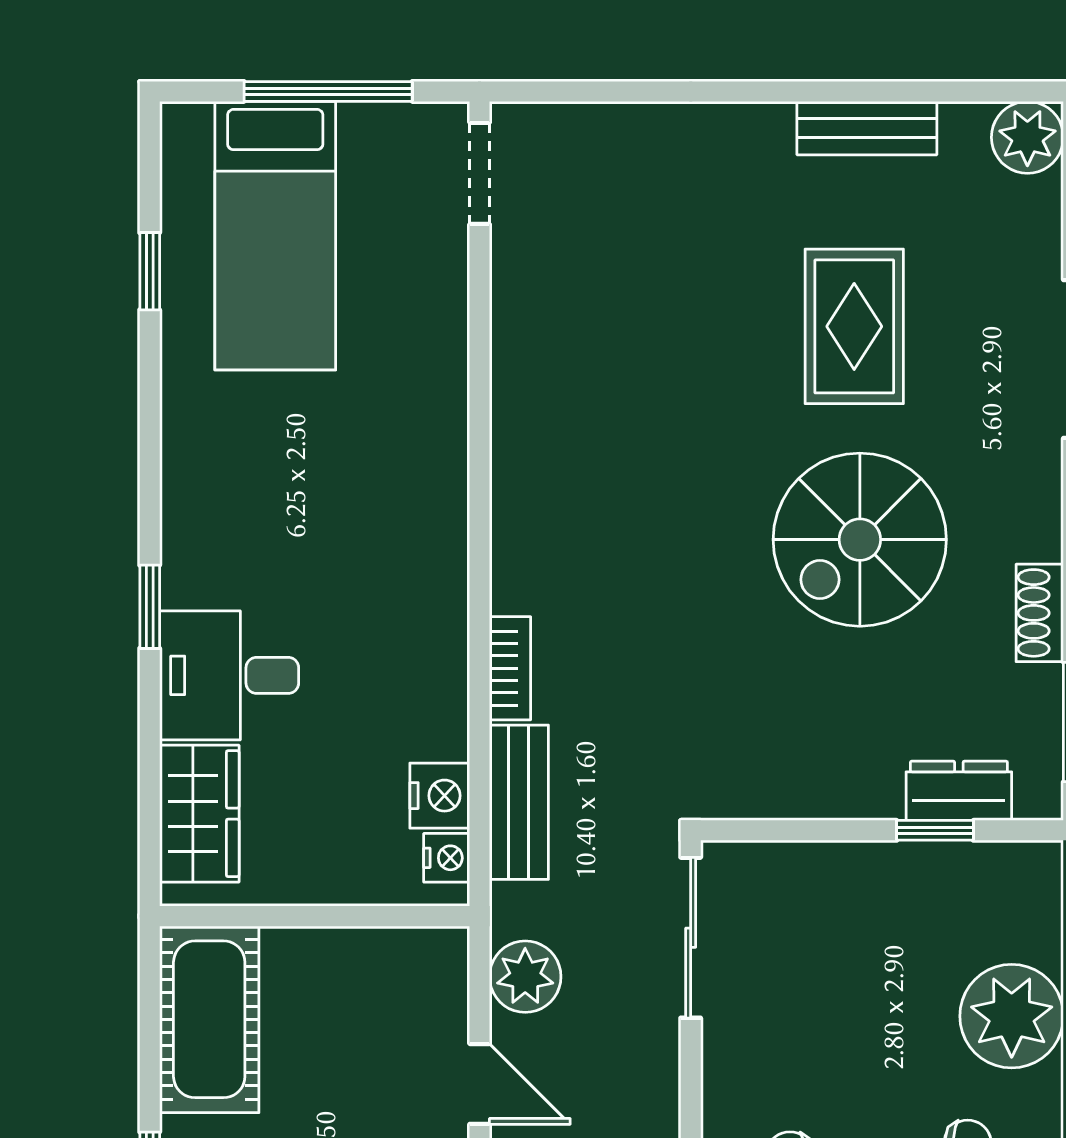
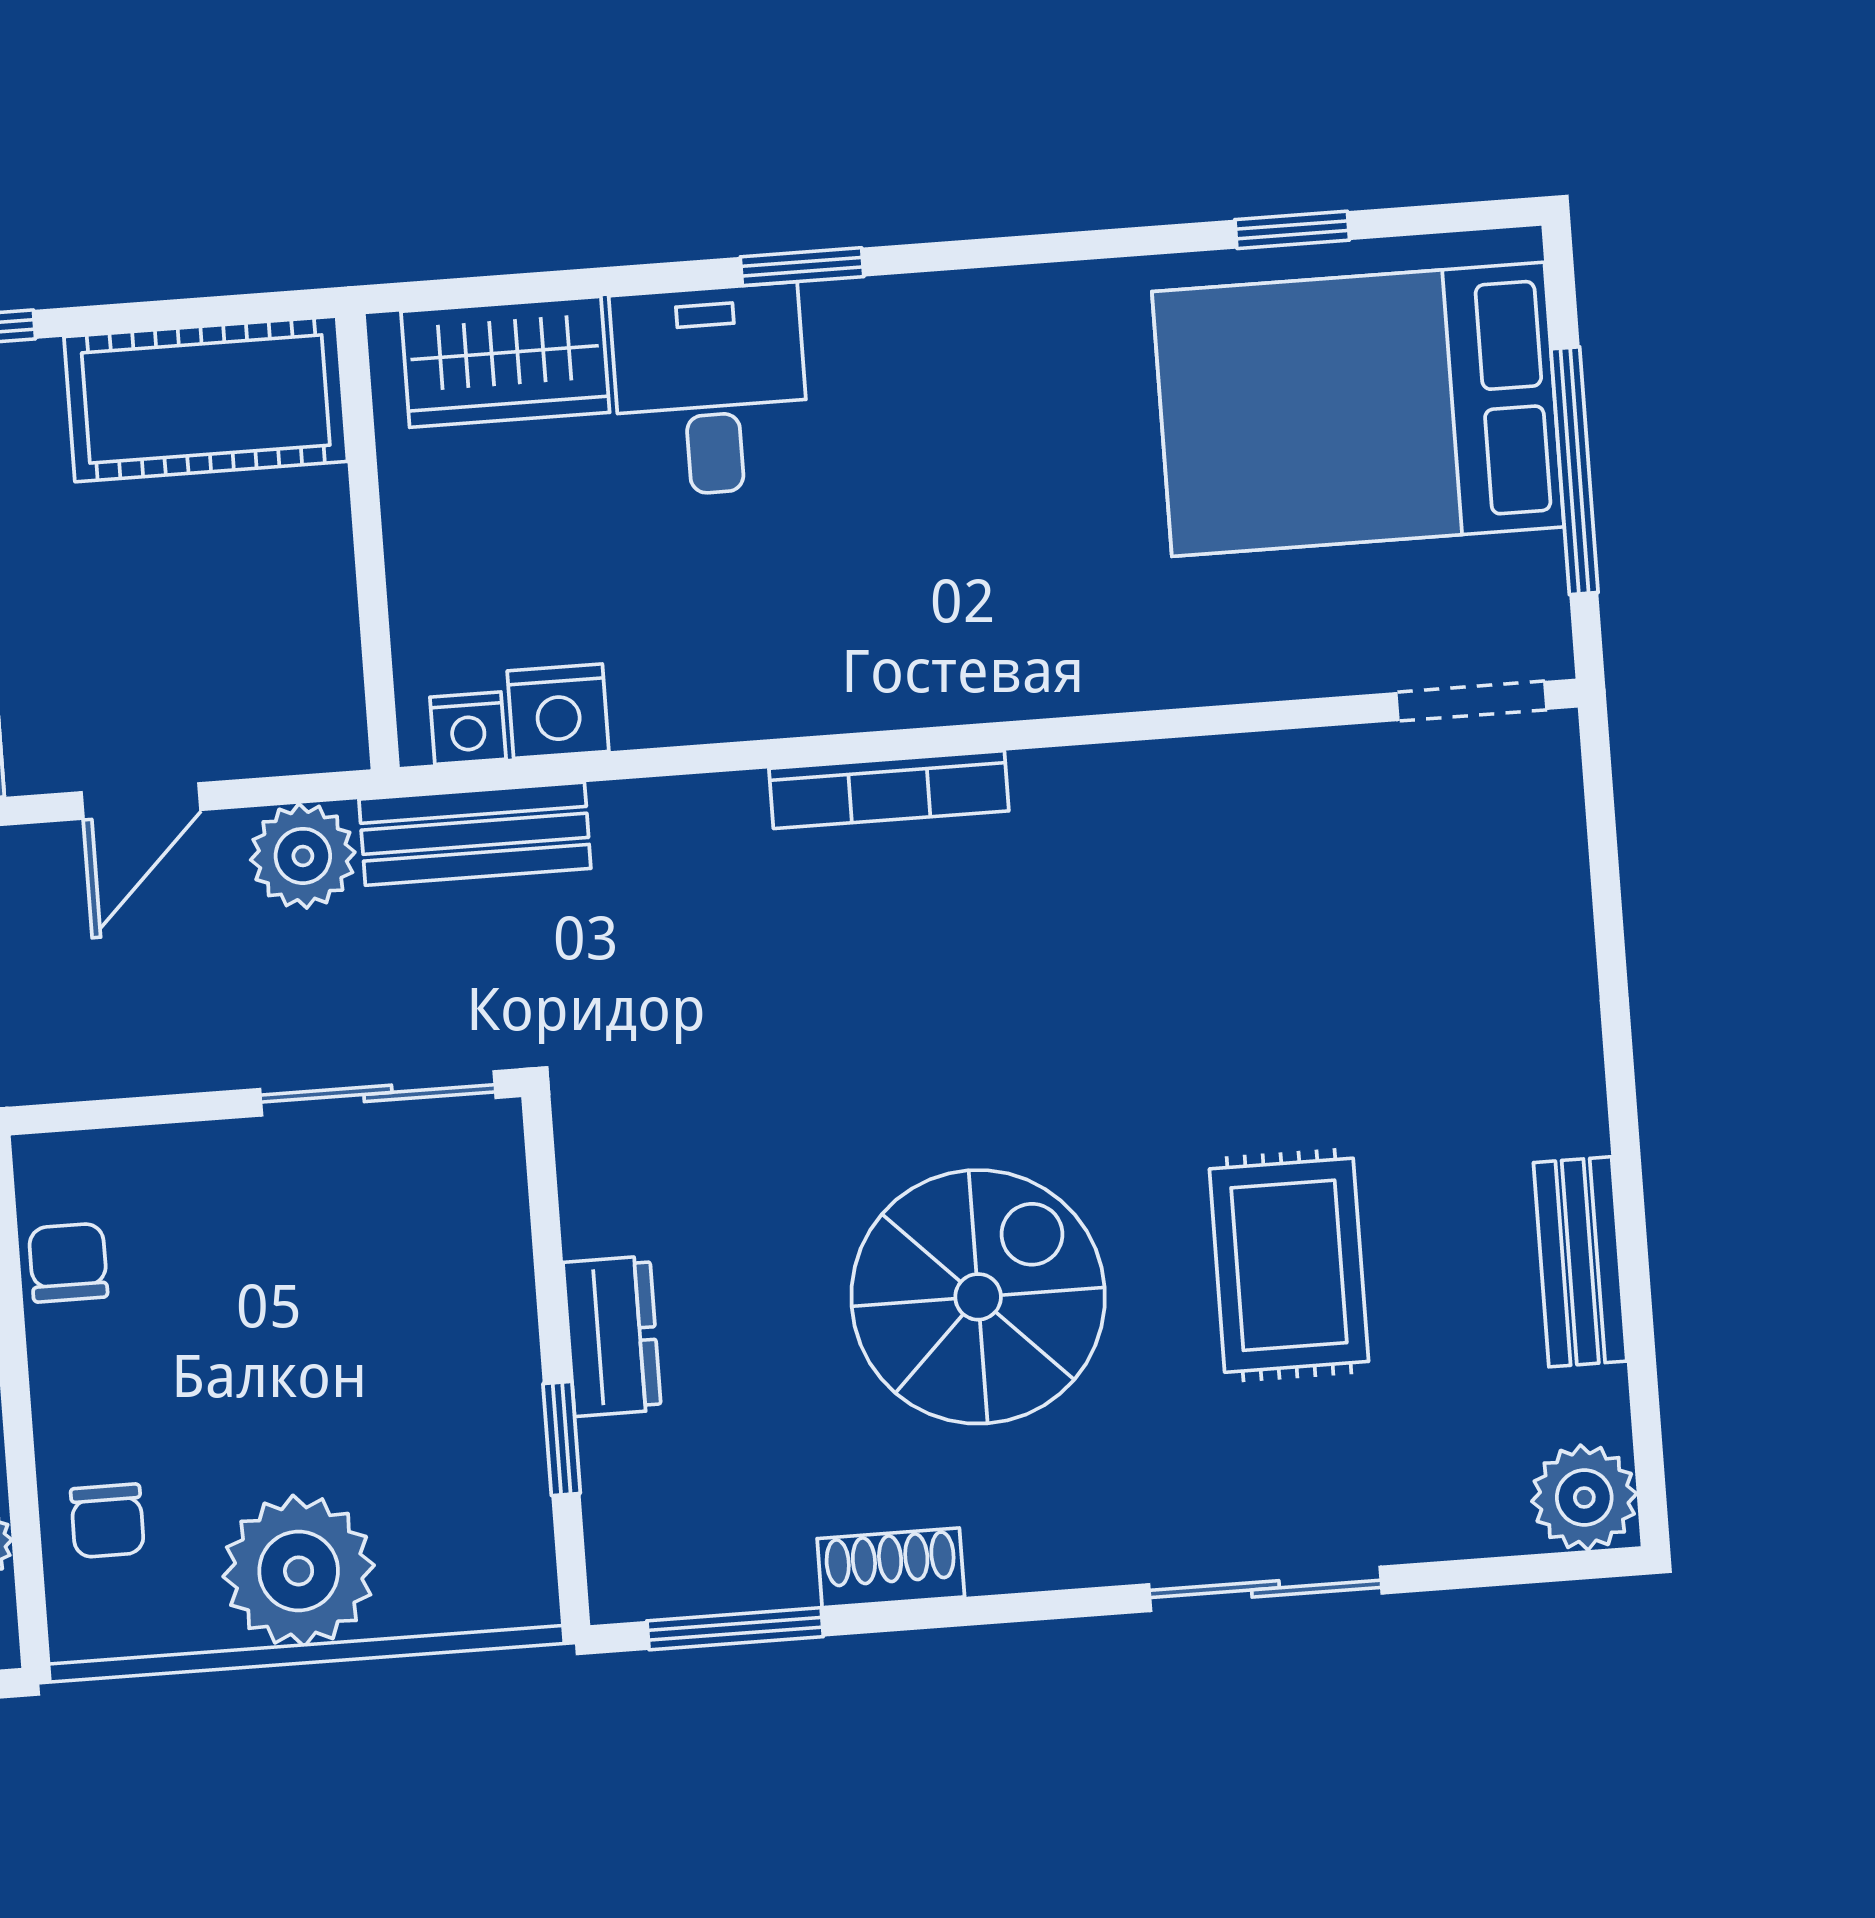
bed: (275, 236) -> (1358, 409), width x1.50
rug: (854, 326) -> (1289, 1265), turned 90
spiral stairs: (860, 540) -> (978, 1297), turned 90
bookcase: (510, 668) -> (889, 790), moved, width x1.56
dresser: (959, 791) -> (612, 1336), moved
bench: (519, 802) -> (475, 834), moved

